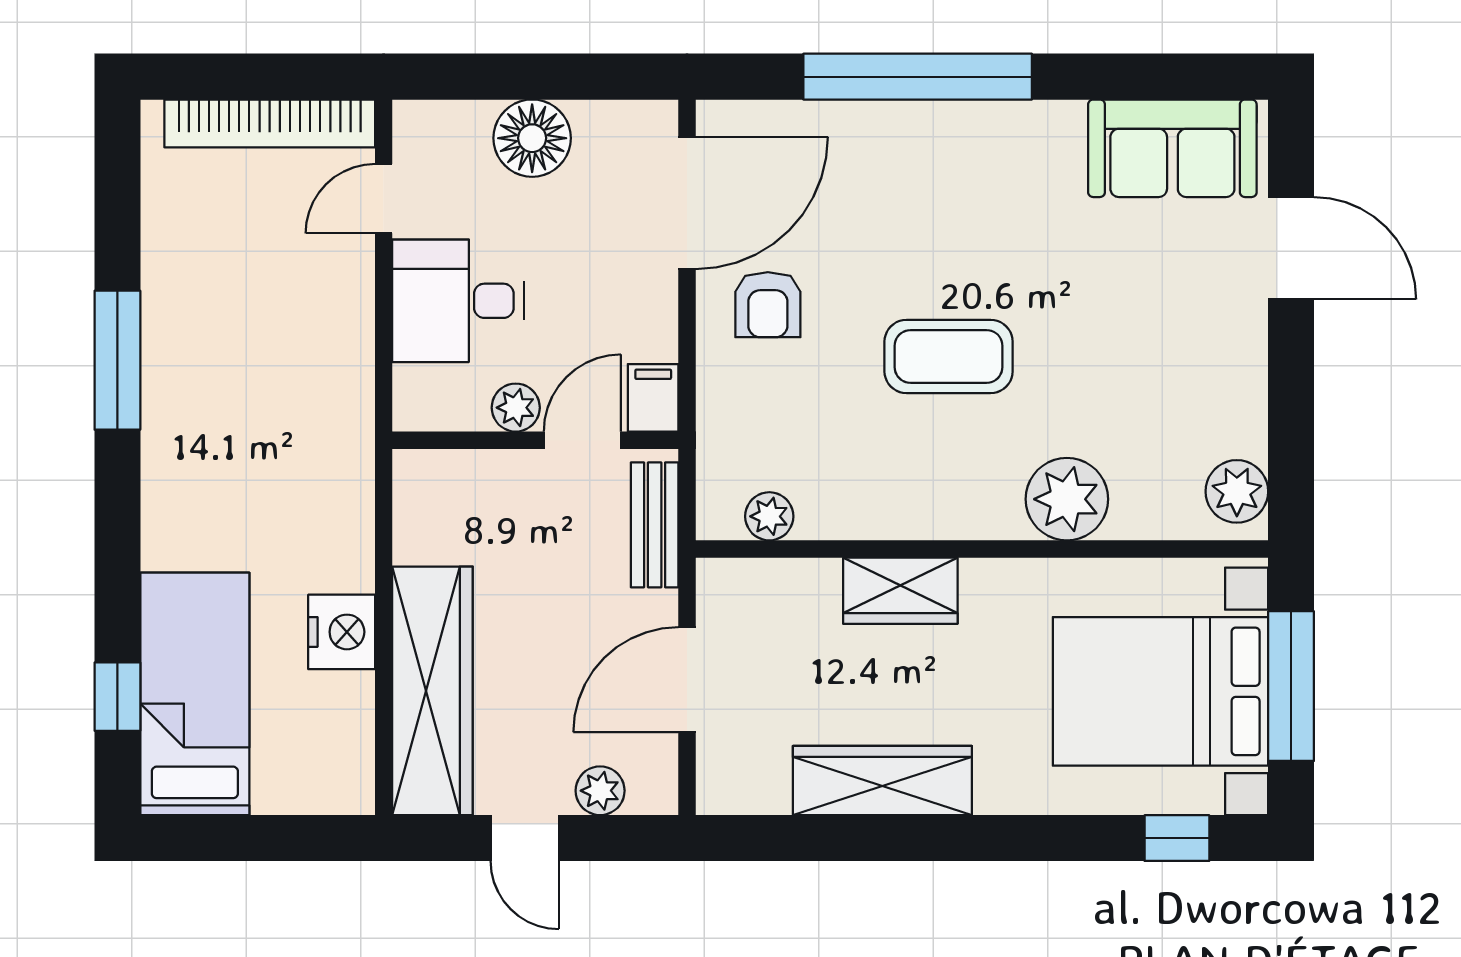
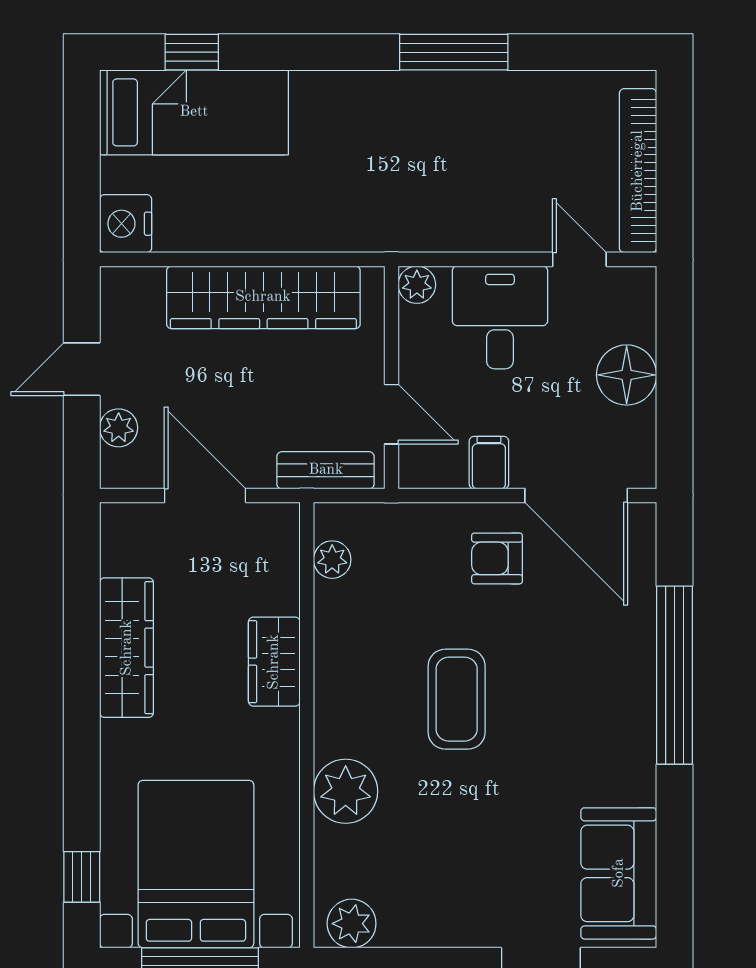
filing cabinet: (653, 398) -> (489, 463), moved, turned -90
plant: (516, 408) -> (417, 285), moved
nightstand: (342, 632) -> (126, 224), moved, turned 90
wardrobe: (432, 691) -> (263, 297), moved

